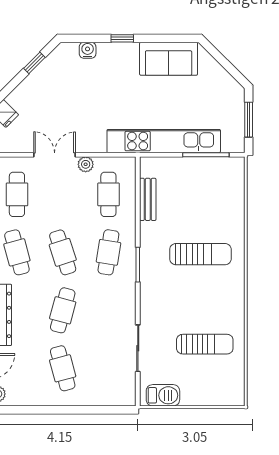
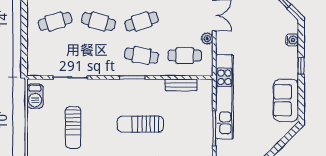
sun lounger: (200, 254) -> (140, 124), turned 90

